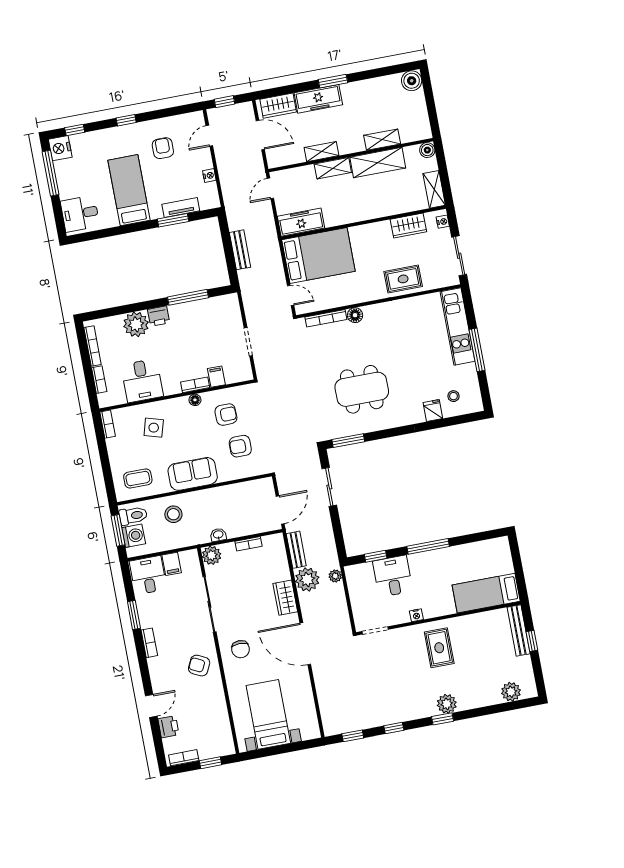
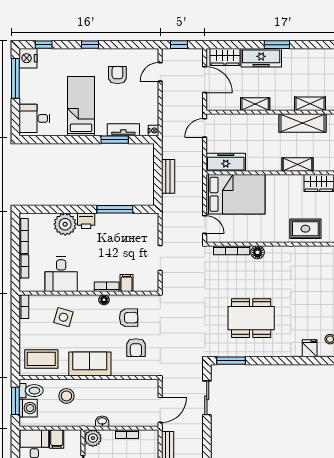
shelving: (333, 168) -> (298, 164), moved
nightstand: (209, 175) -> (154, 130), moved
armchair: (240, 446) -> (136, 348), turned -90
coffee table: (138, 478) -> (41, 359), width x1.36, depth x1.30

